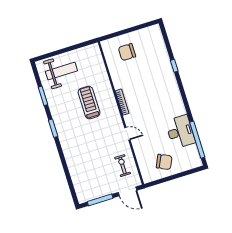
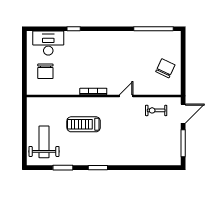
desk: (180, 132) -> (48, 43), moved

